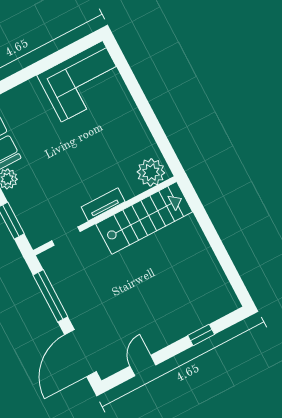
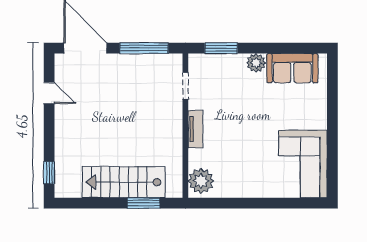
window: (202, 217) -> (144, 203), added
stairs: (144, 218) -> (124, 182), moved, turned 90
window: (201, 335) -> (49, 173), moved

